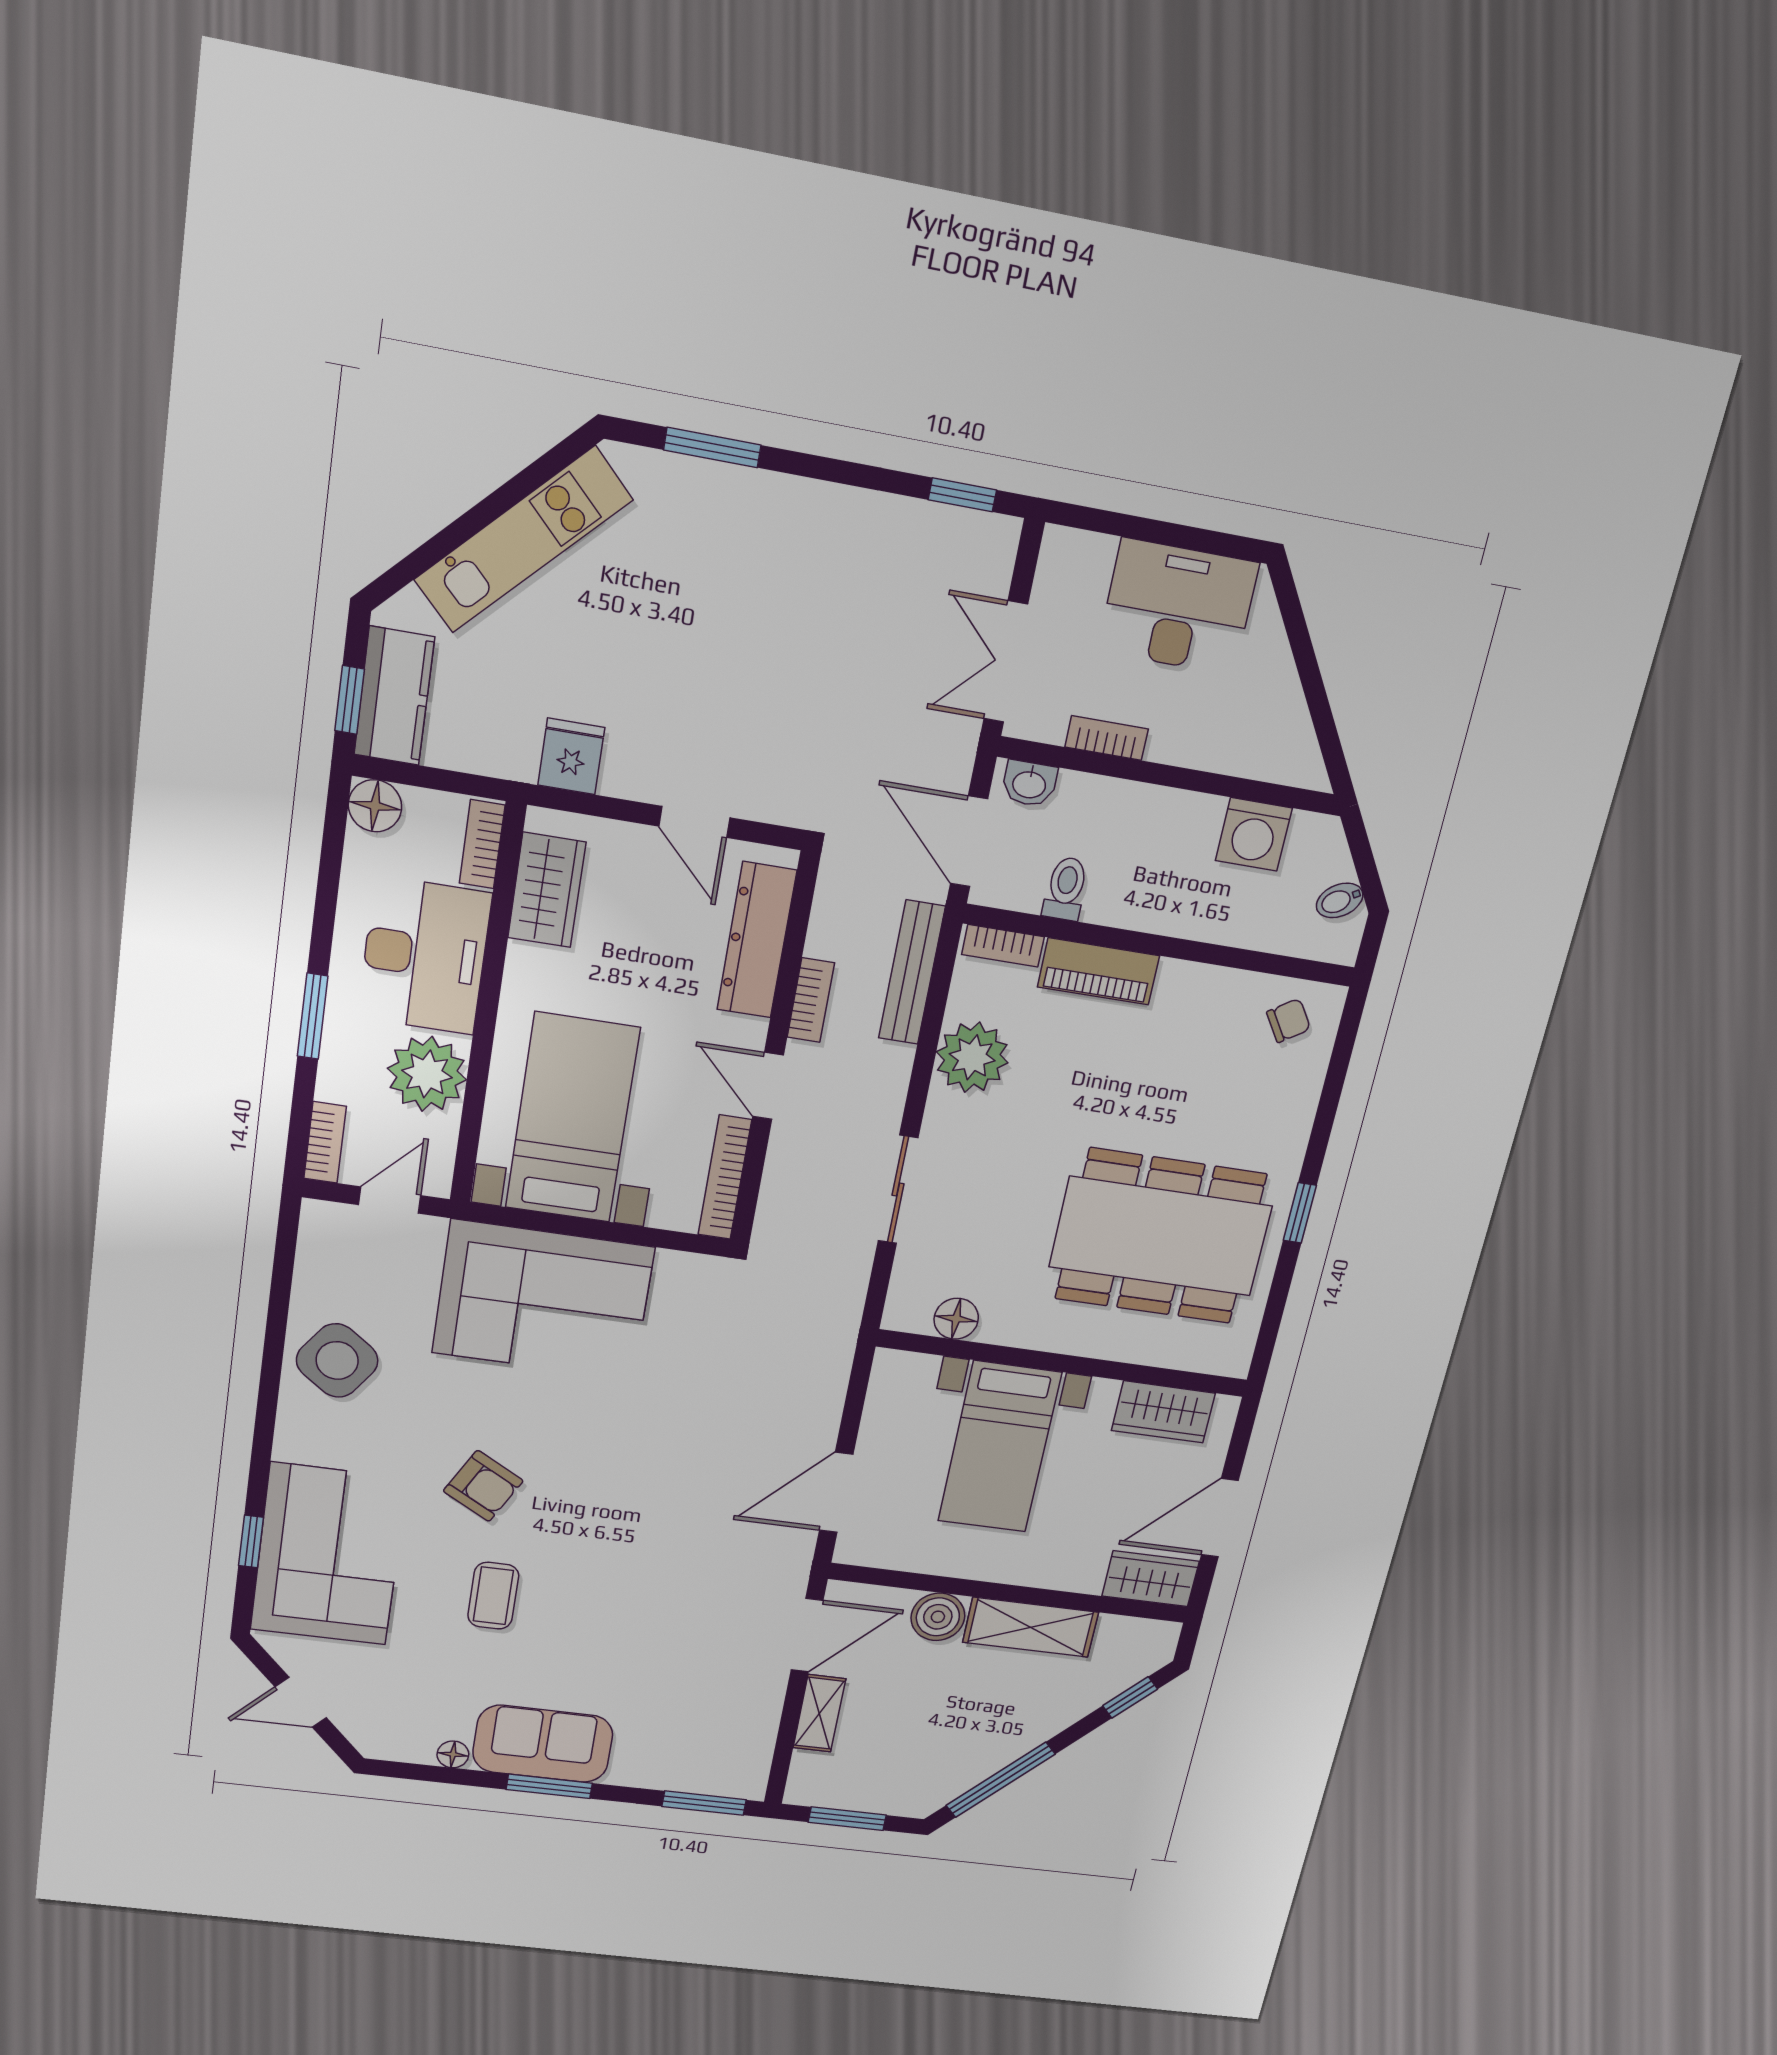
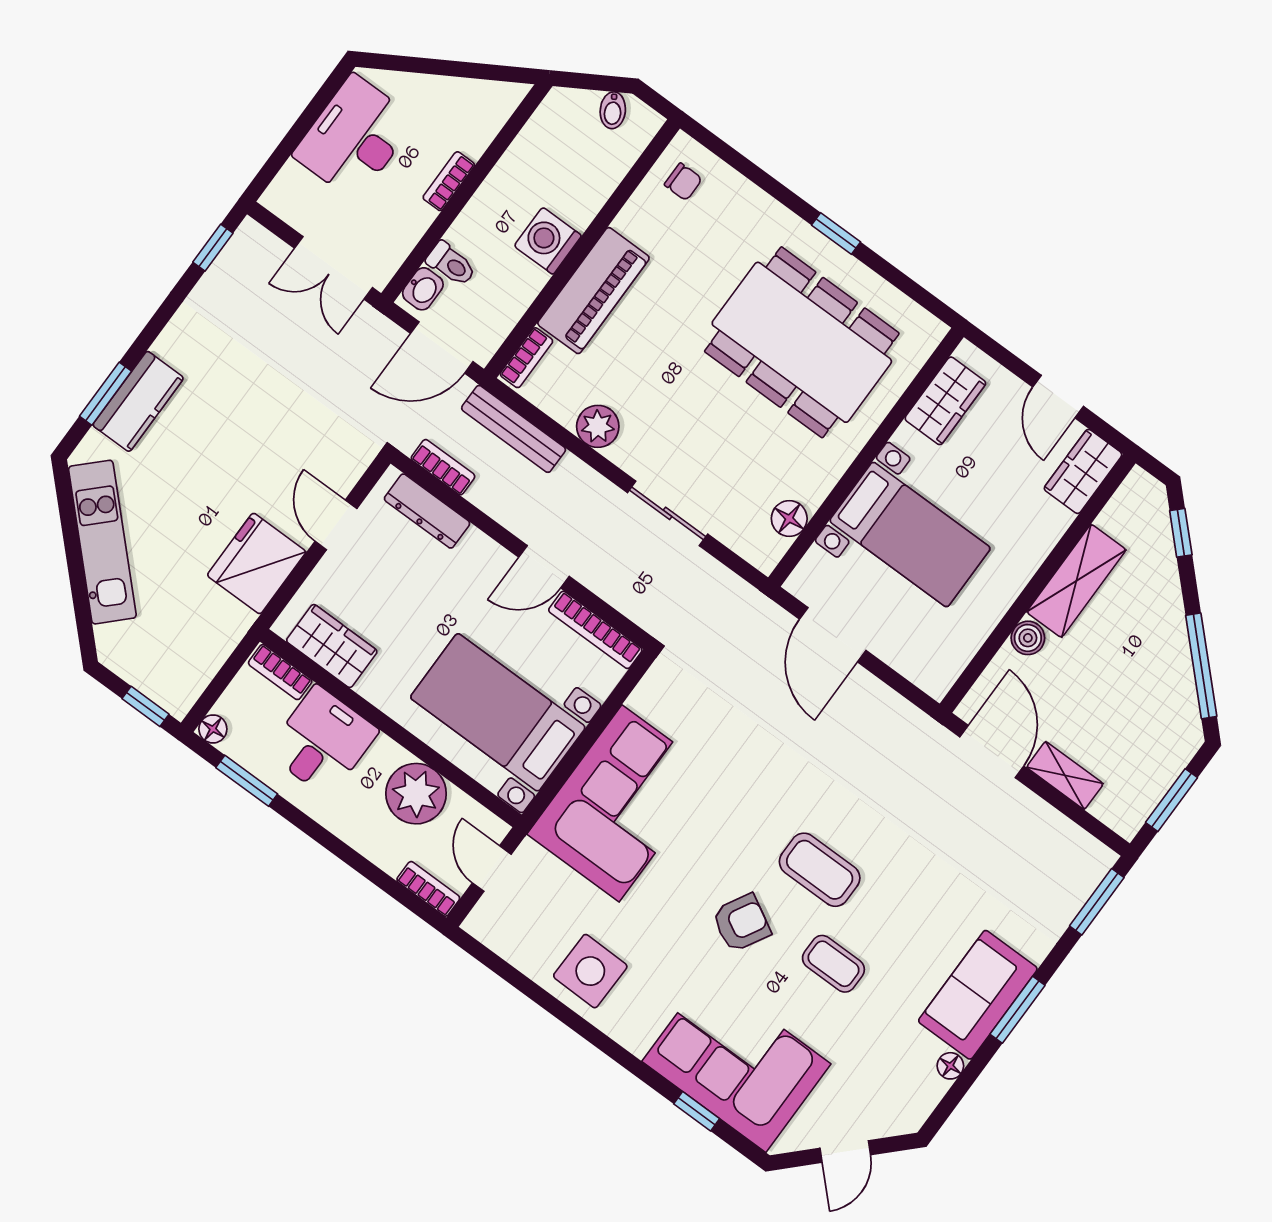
kitchen counter: (394, 696) -> (138, 401), moved, turned 90
bookcase: (1107, 738) -> (449, 181), moved
fridge: (571, 756) -> (257, 563), width x1.88, depth x1.34
floor lamp: (375, 806) -> (213, 729), width x0.73, depth x0.73
door: (694, 822) -> (336, 525), swing flipped
washing machine: (1254, 834) -> (548, 241), moved, turned 180
toilet: (1066, 889) -> (451, 264), moved, turned 180
dresser: (757, 940) -> (427, 511), width x0.73, depth x0.80
desk: (425, 956) -> (322, 741), width x0.73
piano: (1099, 971) -> (593, 291), width x1.37, depth x1.33
bookcase: (811, 1000) -> (443, 467), moved
window: (313, 1016) -> (247, 781), moved
chair: (1289, 1021) -> (683, 182), turned 123
plant: (972, 1057) -> (598, 426), width x0.73, depth x0.73
dining table: (1161, 1236) -> (802, 342), turned 90
side table: (337, 1360) -> (590, 971), turned -35
door: (836, 1492) -> (833, 635), moved
door: (1220, 1518) -> (1058, 397), width x0.73
coffee table: (586, 1534) -> (820, 870), added
boiler: (938, 1617) -> (1028, 638), width x0.73, depth x0.73

